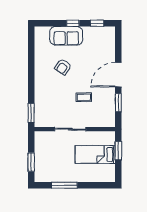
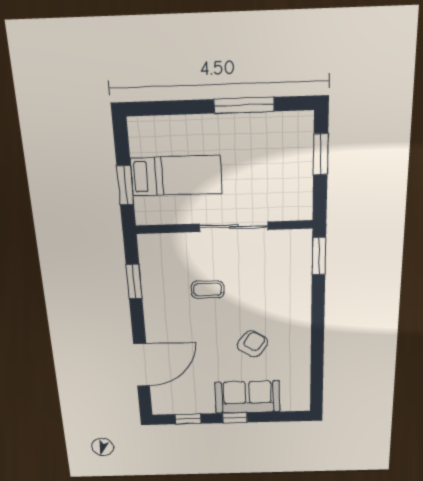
door: (118, 75) -> (142, 365), moved

